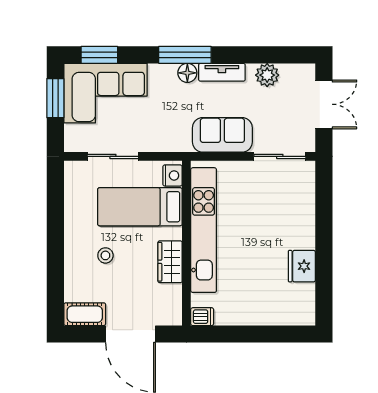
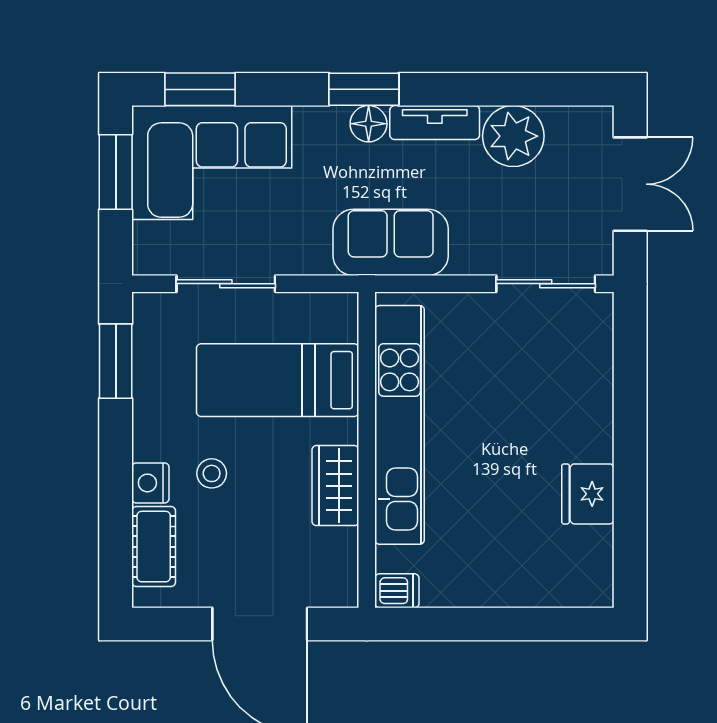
window: (185, 55) -> (364, 89), width x0.69
plant: (267, 75) -> (513, 136), width x1.36, depth x1.36
sofa: (222, 135) -> (391, 242), moved
nightstand: (173, 175) -> (150, 483), moved, turned 180
window: (55, 197) -> (116, 361), added
cot: (85, 314) -> (154, 547), moved, turned 90

